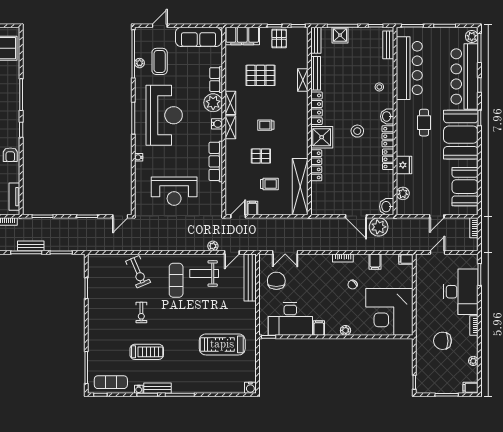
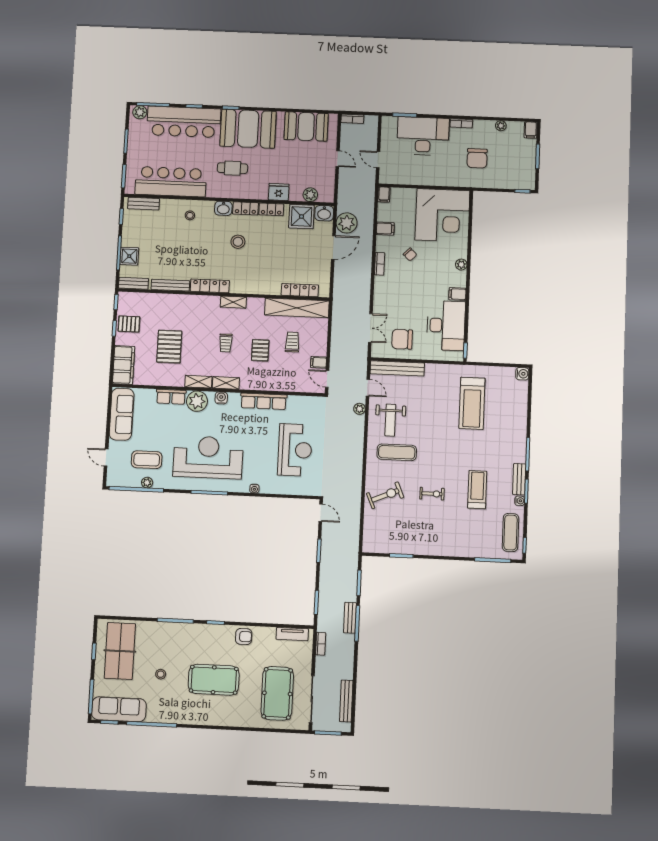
shelving: (303, 80) -> (233, 302), moved
shower: (322, 137) -> (301, 217), moved
locker: (316, 165) -> (300, 290), moved

